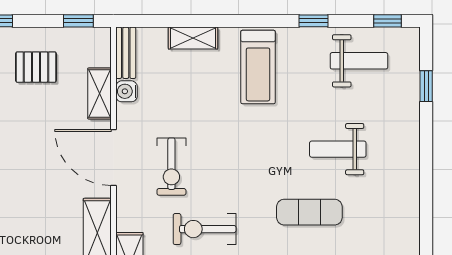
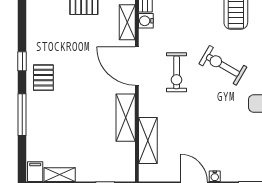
exercise bike: (205, 229) -> (223, 65), moved, turned 30

